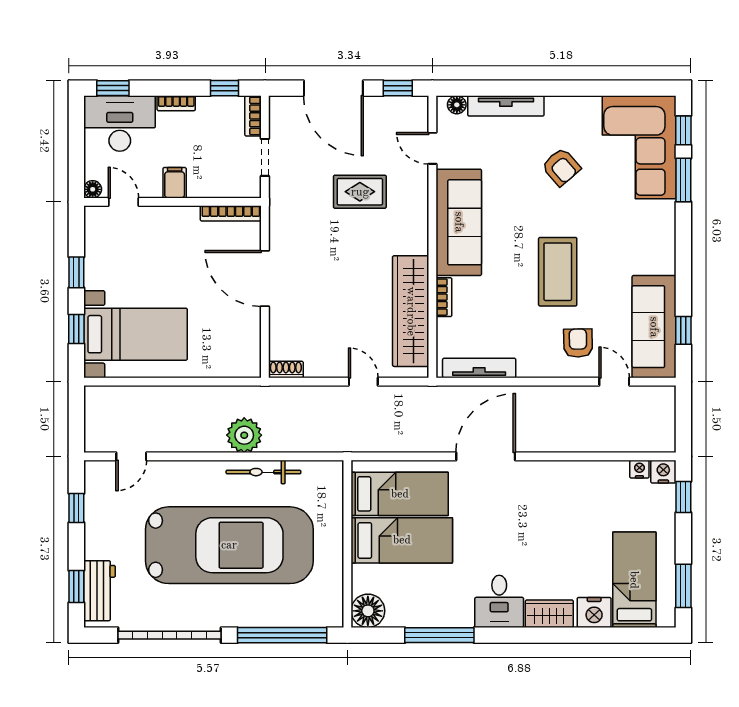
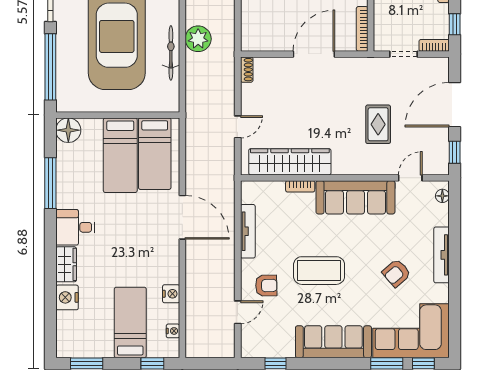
tv unit: (506, 106) -> (442, 255), moved
sofa: (654, 327) -> (333, 342), moved
tv unit: (479, 368) -> (248, 231), moved
nightstand: (663, 472) -> (171, 294), moved
bed: (634, 580) -> (130, 322), moved, turned -90

